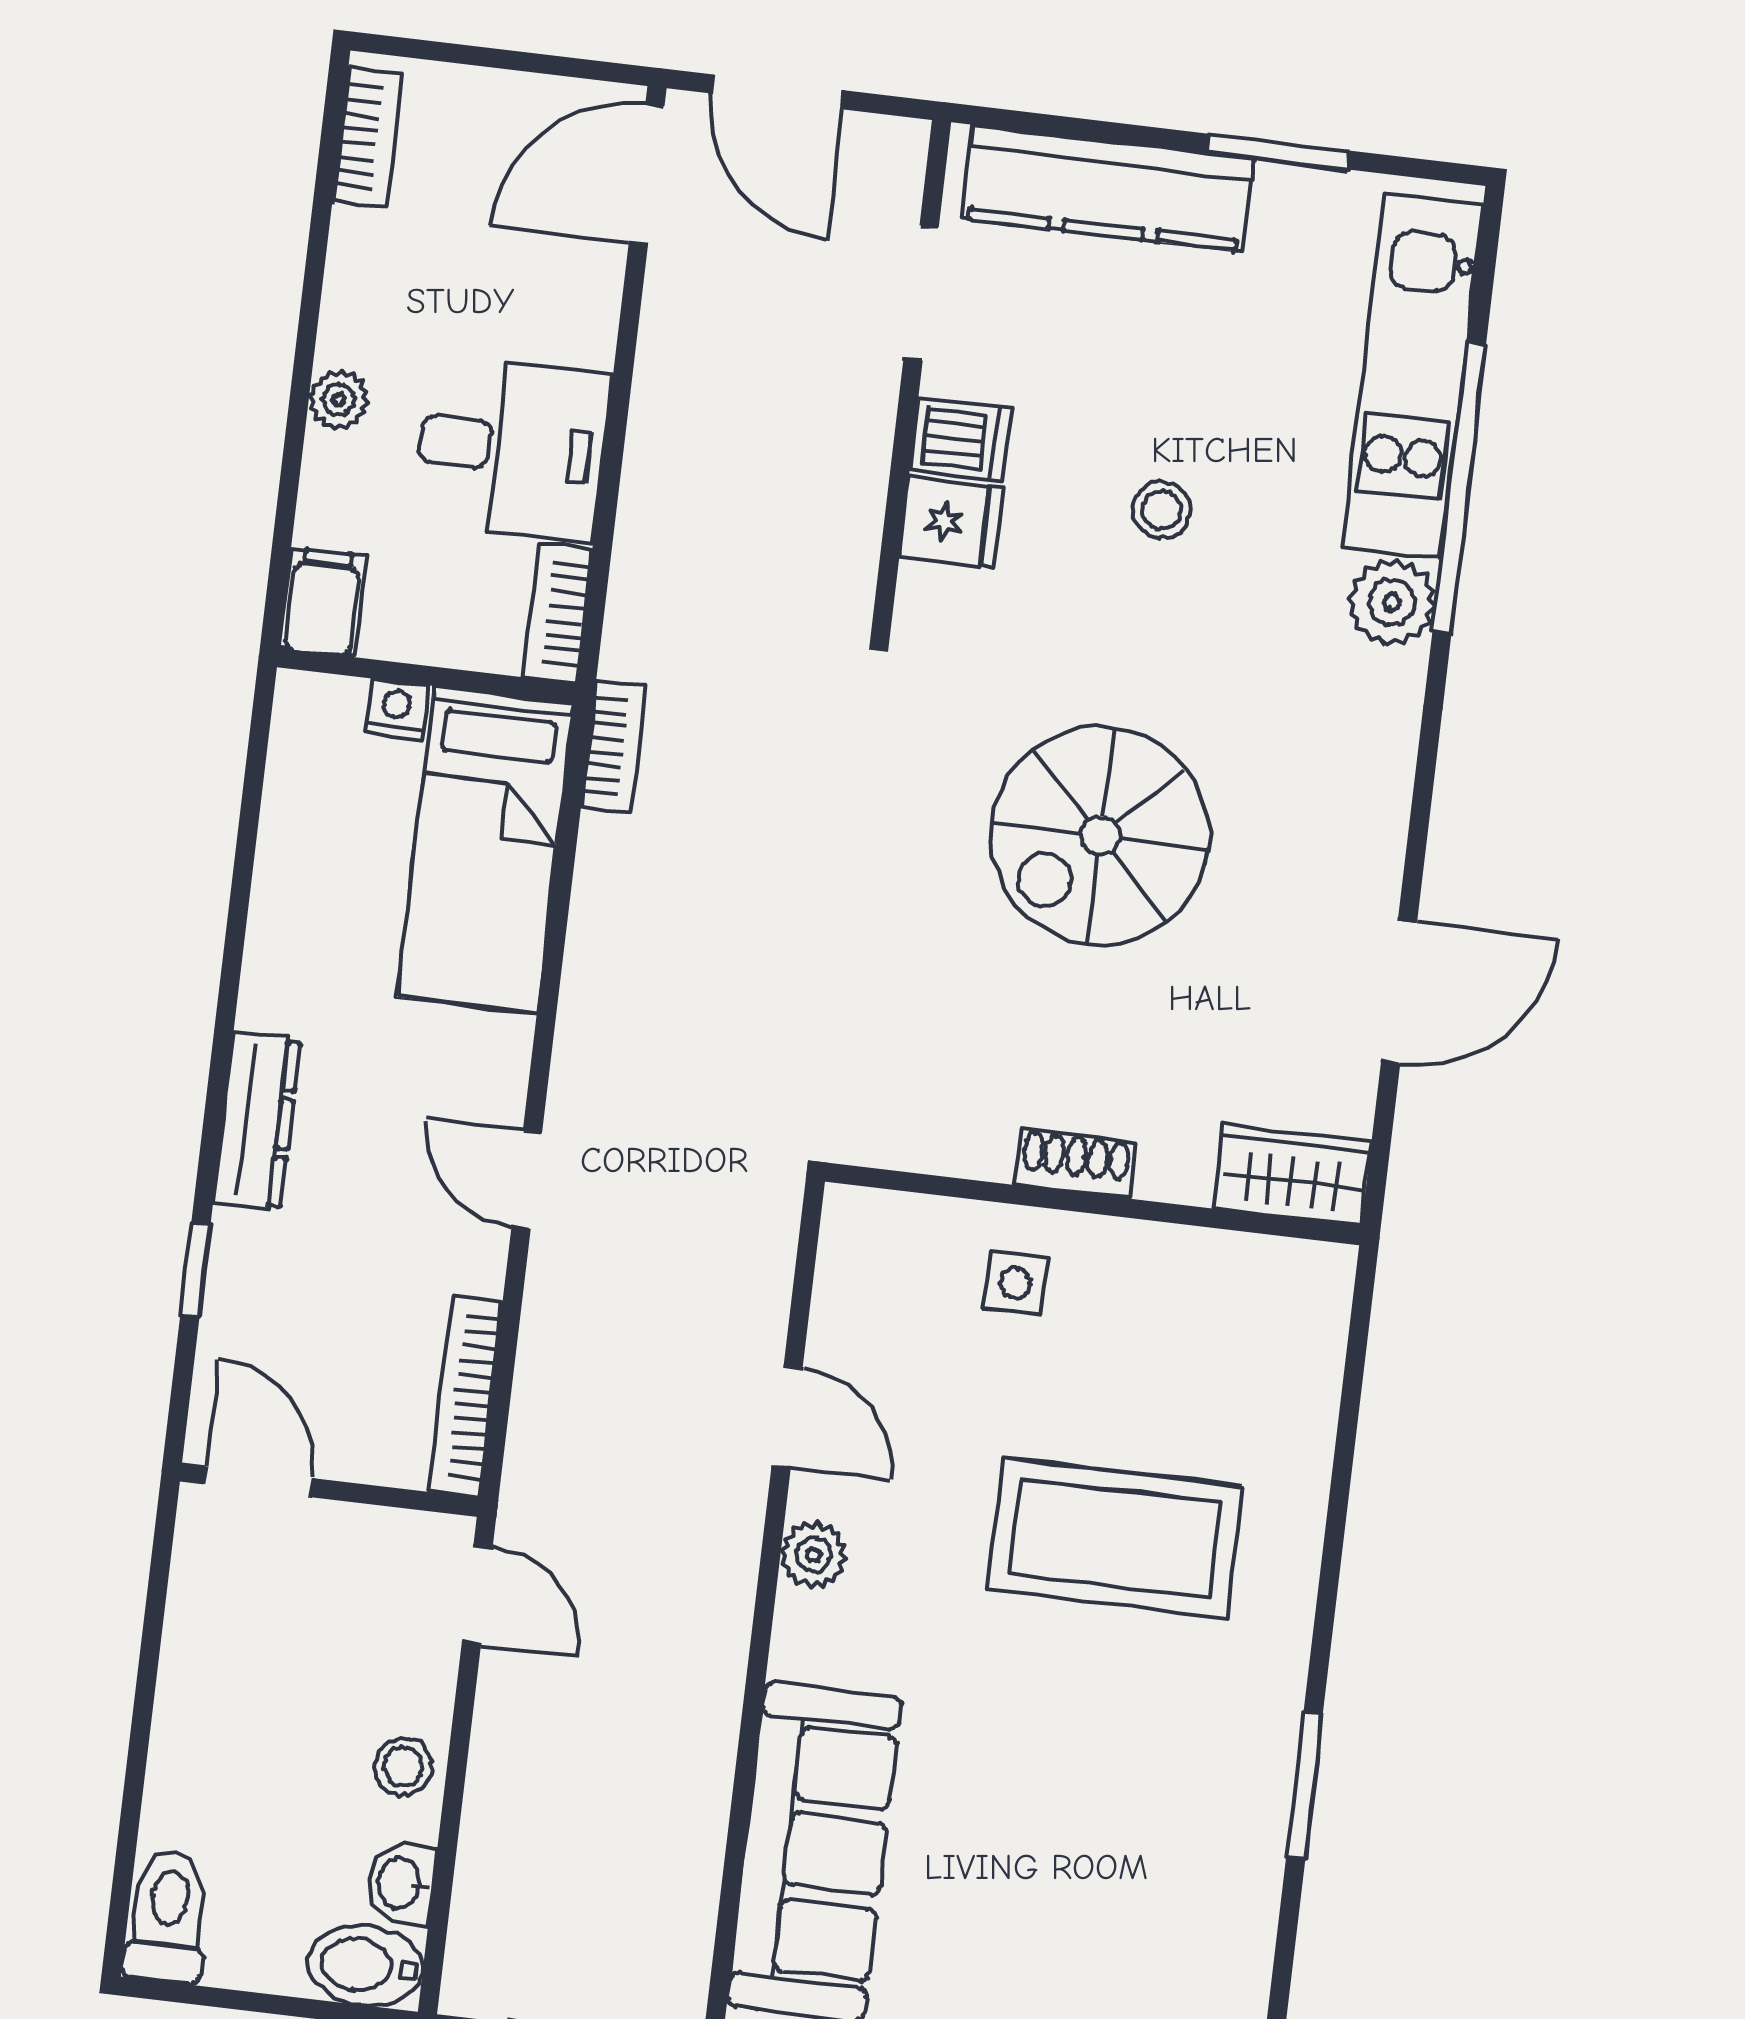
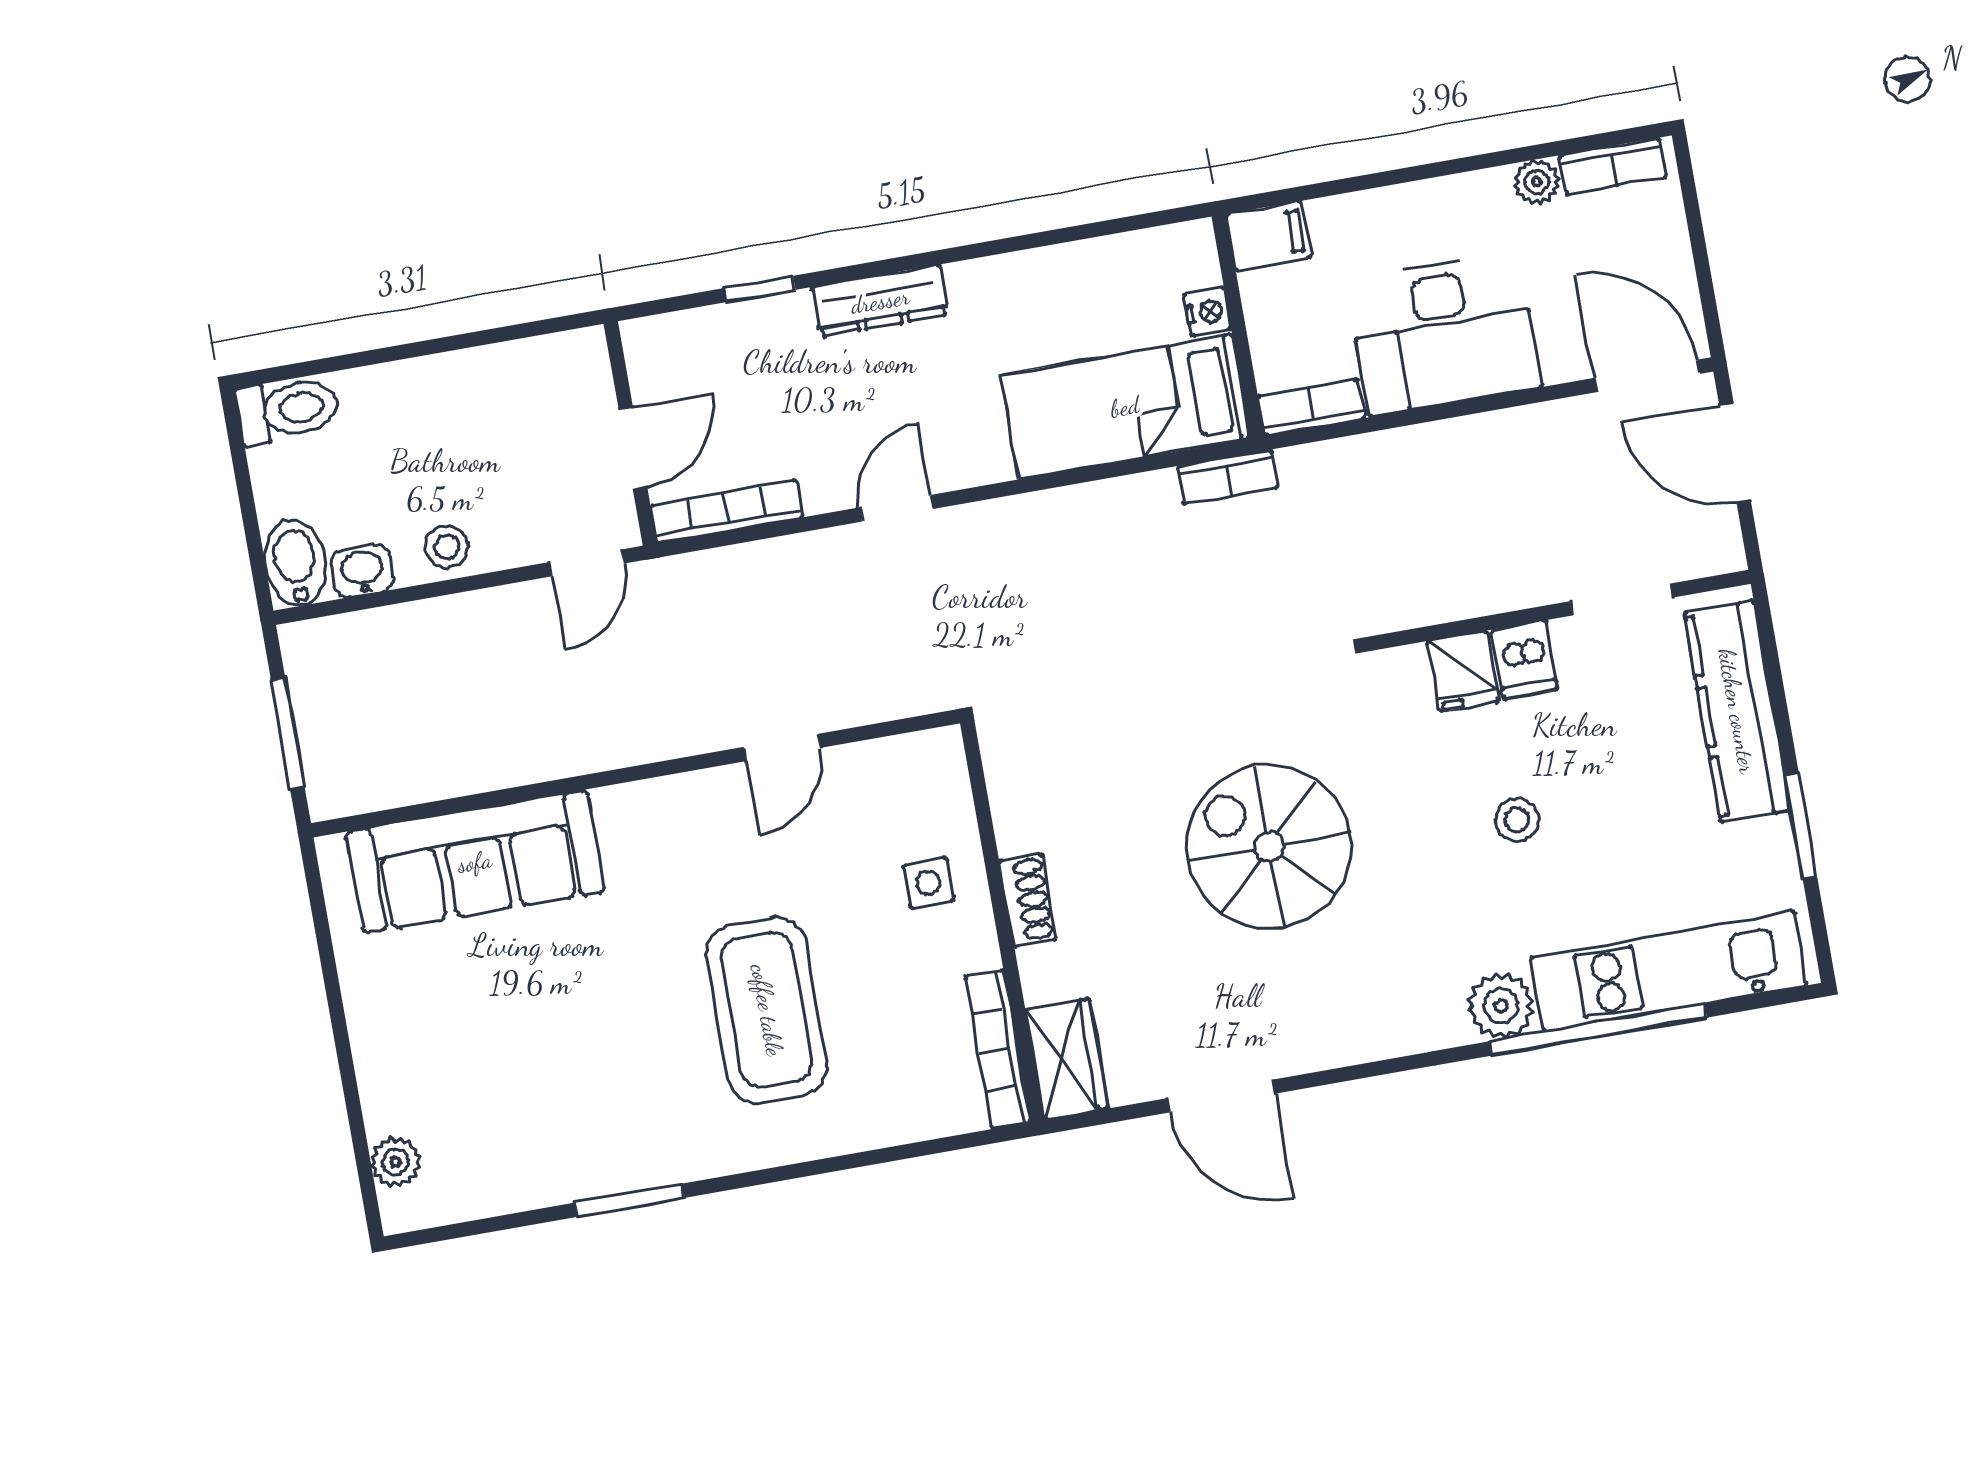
door: (778, 92) -> (1735, 453), hinge flipped
plant: (339, 400) -> (1537, 182), moved
desk: (512, 448) -> (1444, 334), width x1.37
bookcase: (1254, 1259) -> (998, 1050), added
door: (258, 1481) -> (633, 448), moved
plant: (814, 1555) -> (689, 797), removed

